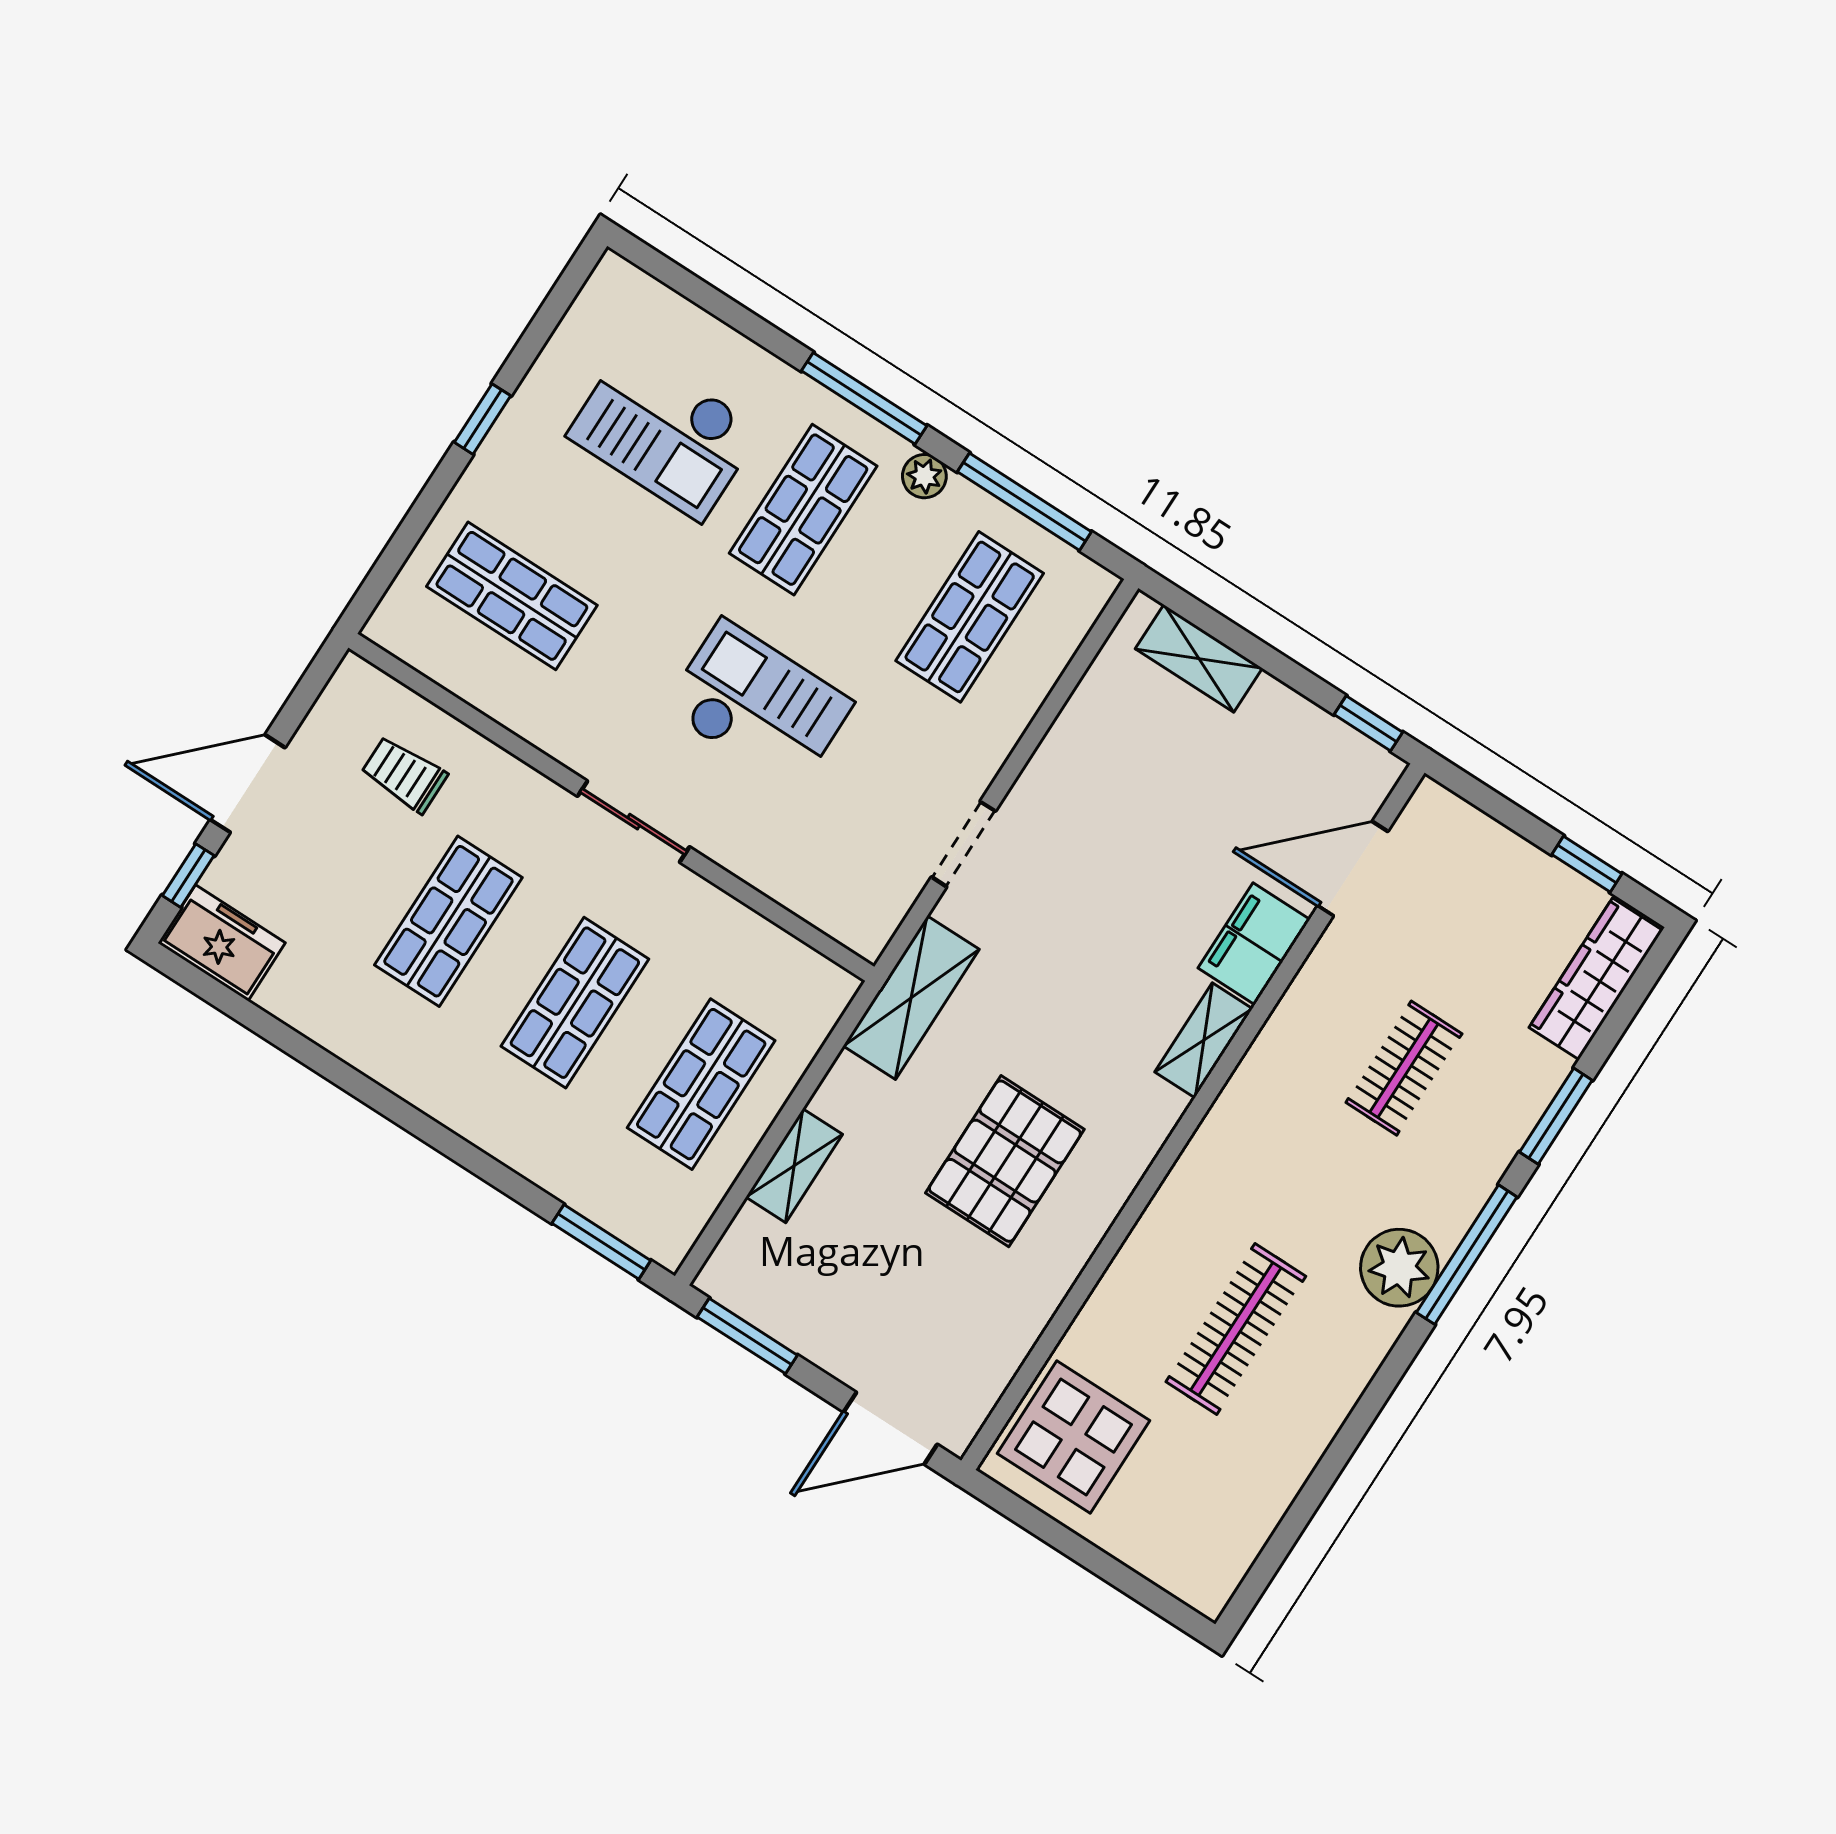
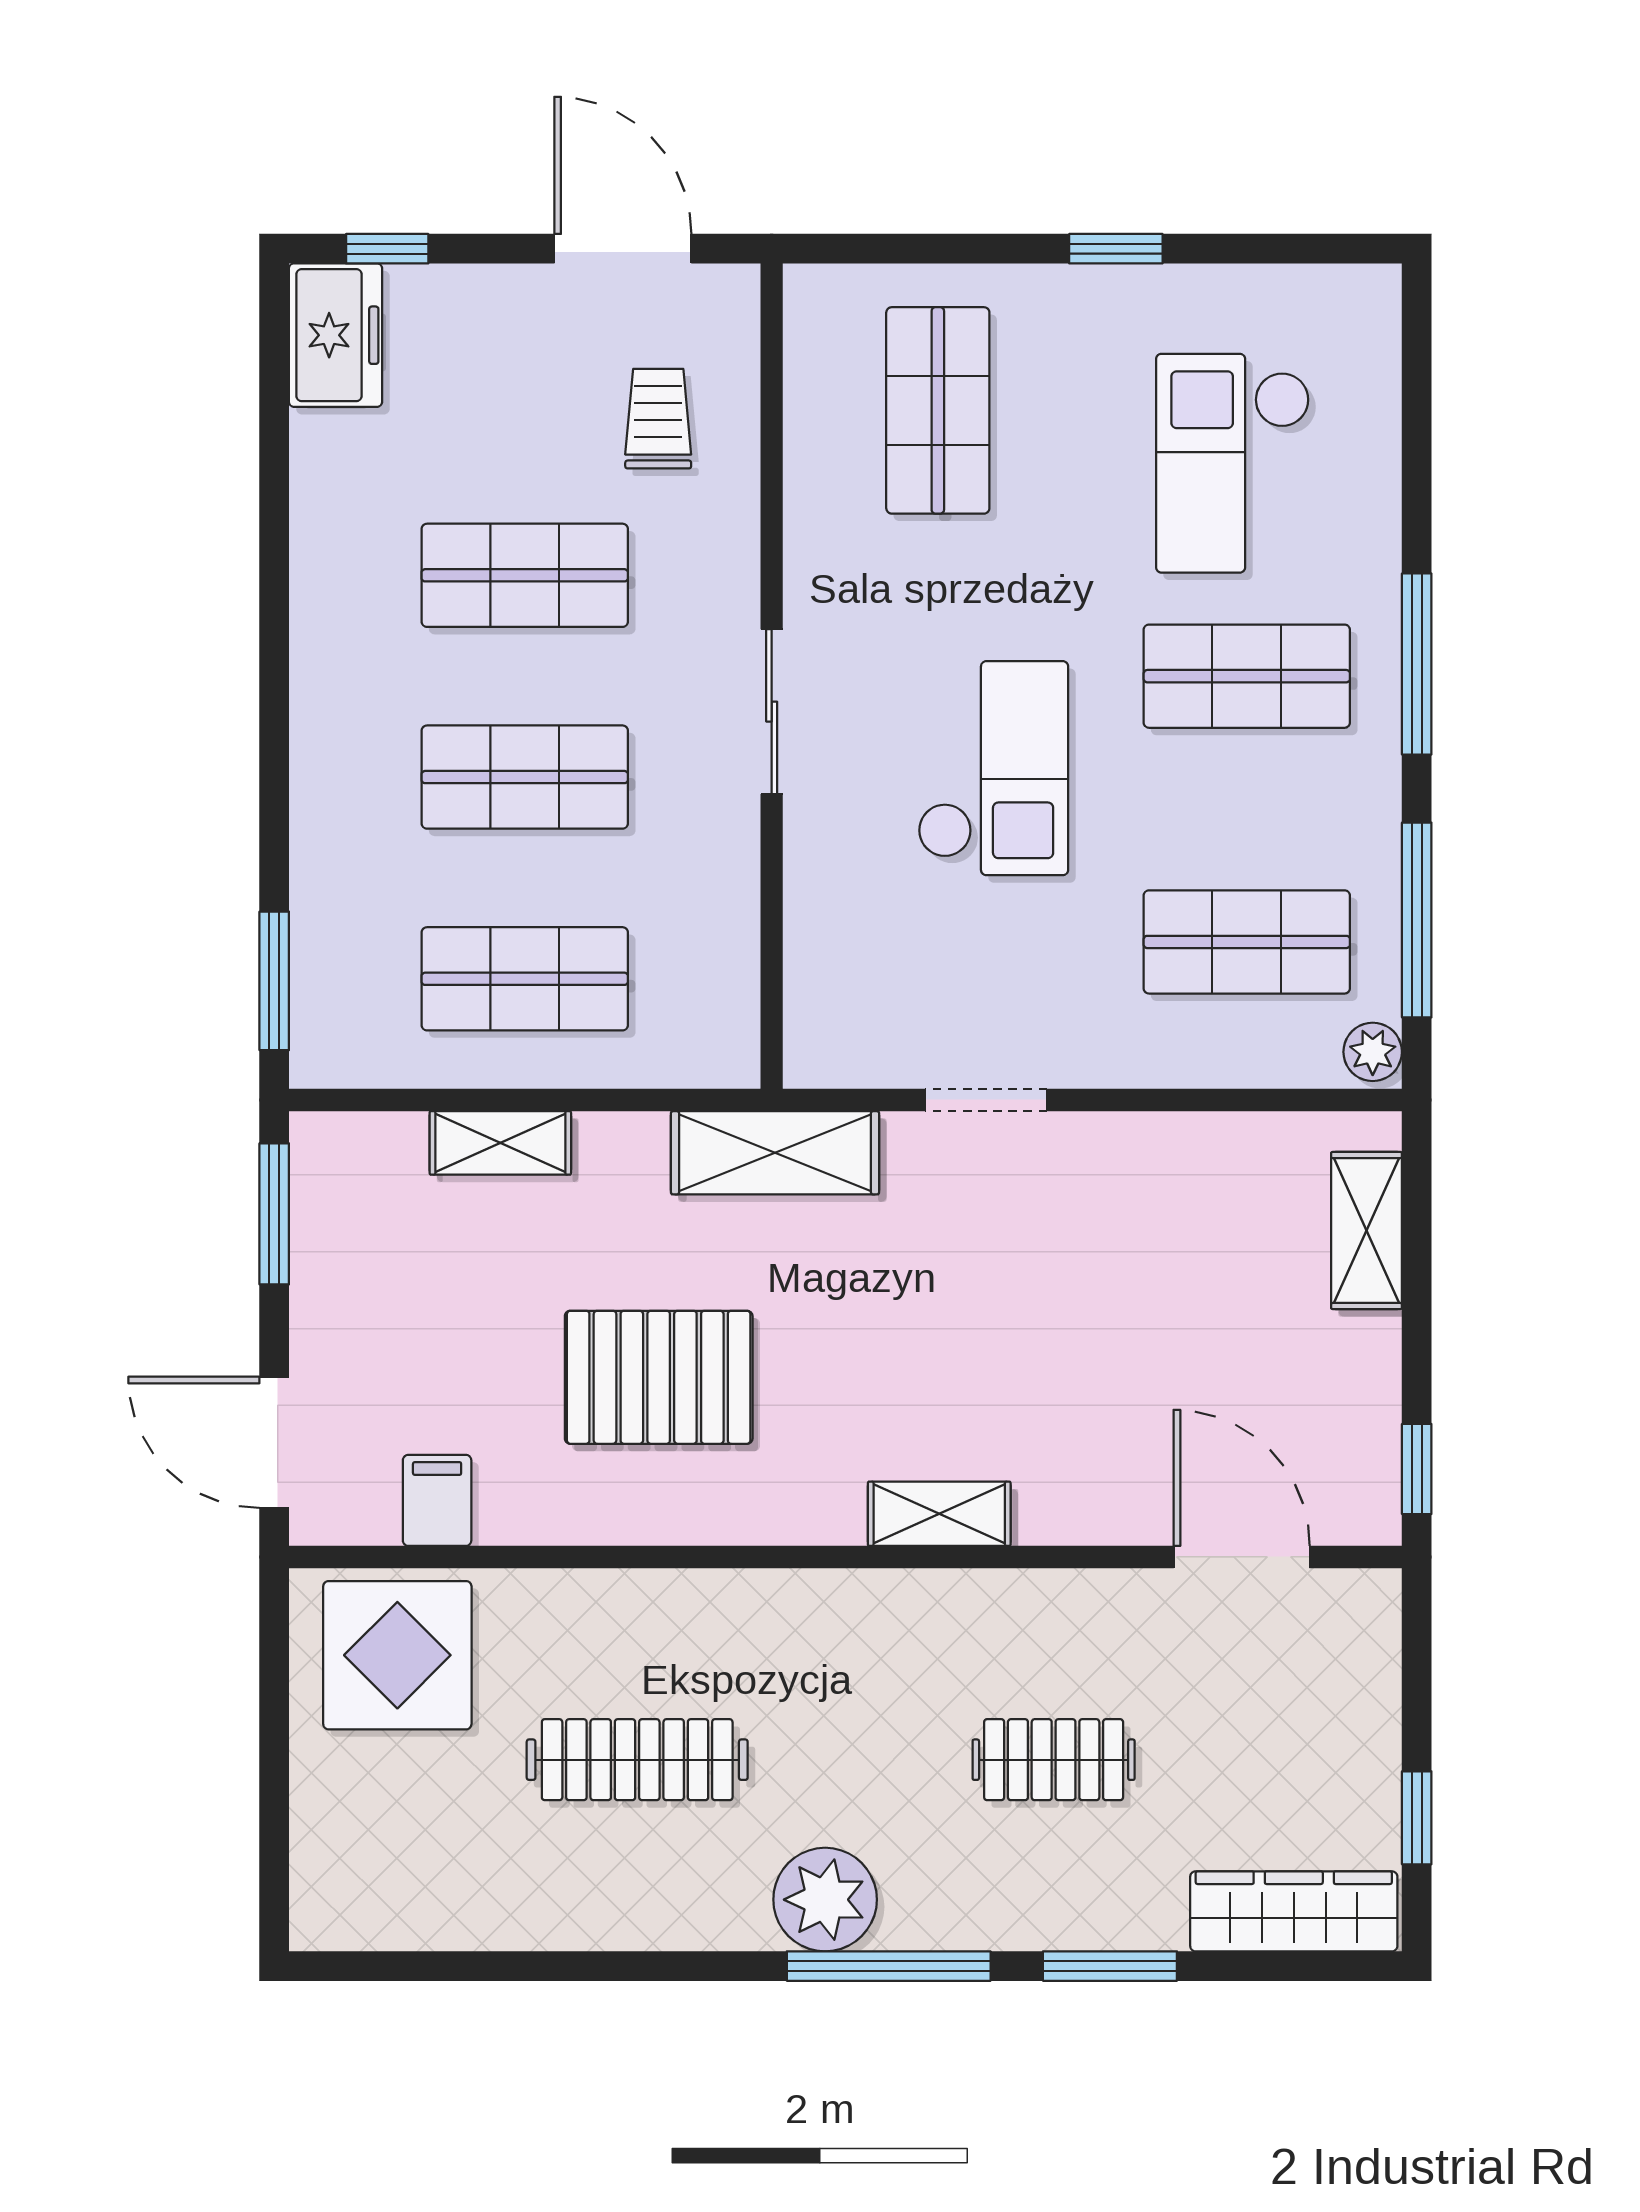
plant: (924, 476) -> (1373, 1052), moved
door: (248, 784) -> (623, 249), moved
filing cabinet: (1254, 944) -> (437, 1500), moved, width x0.50

